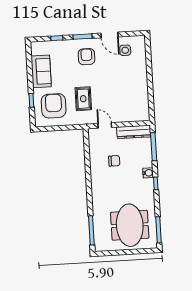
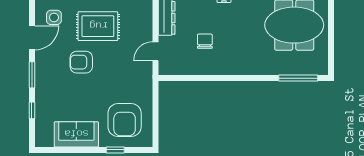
armchair: (86, 57) -> (81, 62), moved
rug: (83, 99) -> (98, 26), moved, width x1.36, depth x1.43
armchair: (54, 106) -> (125, 120), turned -90

